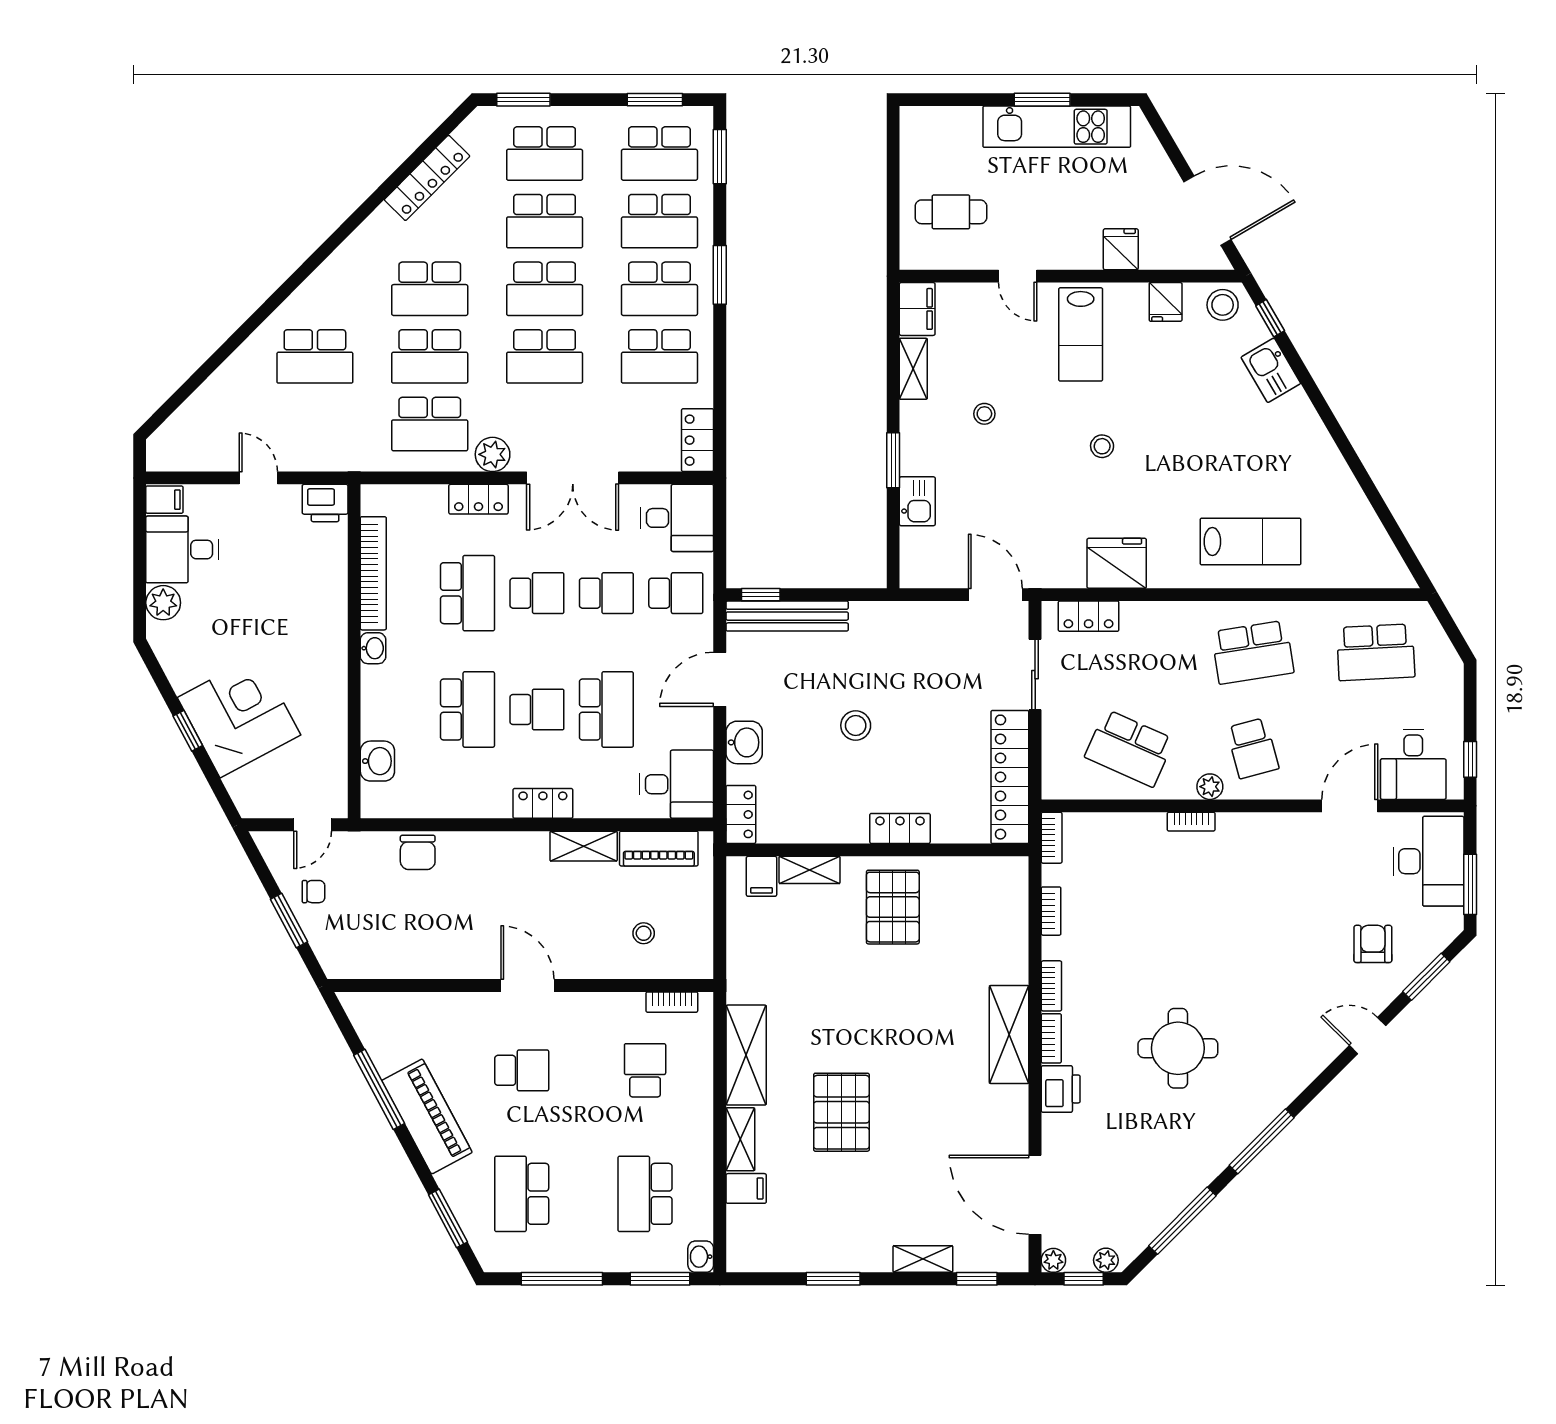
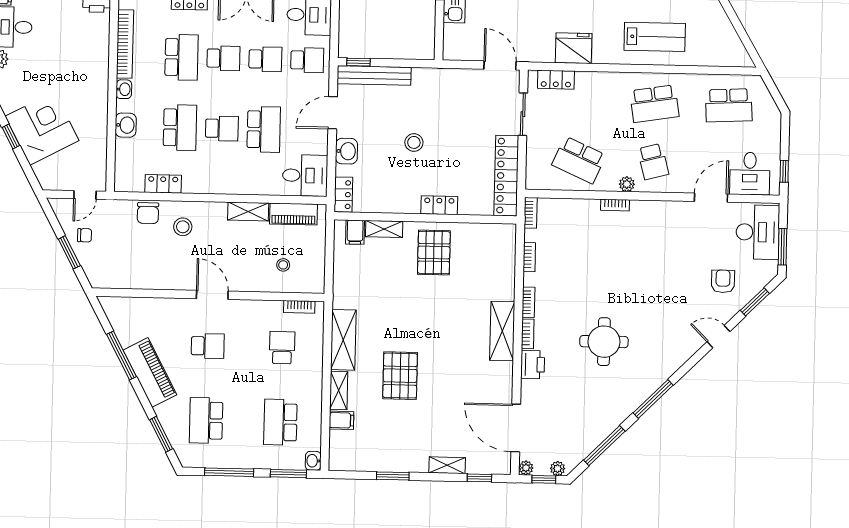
washbasin: (377, 761) -> (126, 125), moved
locker: (543, 803) -> (163, 184), moved
stool: (476, 874) -> (183, 227), added

